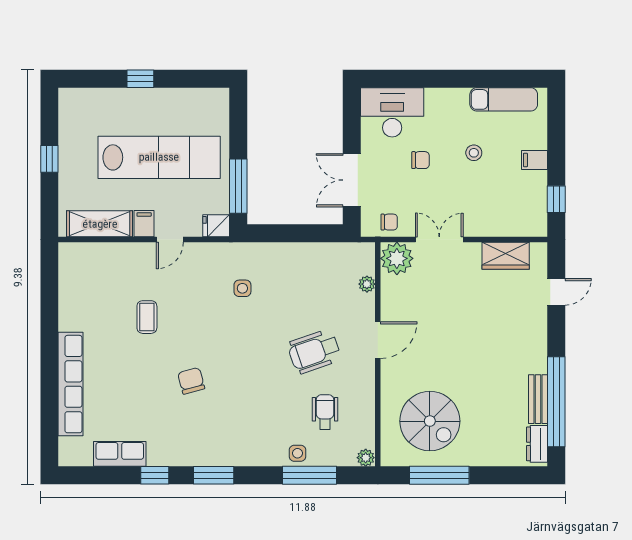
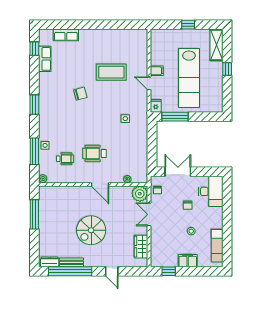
filing cabinet: (535, 160) -> (188, 261), width x2.00
shelving: (100, 224) -> (216, 45), moved
double door: (439, 239) -> (149, 214), swing flipped
door: (556, 292) -> (112, 271), moved
coffee table: (147, 317) -> (111, 72), width x1.86, depth x1.72
wheelchair: (314, 351) -> (95, 154), turned -71
row of seats: (70, 384) -> (66, 35), width x0.50
spiral stairs: (430, 421) -> (91, 230), moved
window: (155, 475) -> (34, 49), moved

